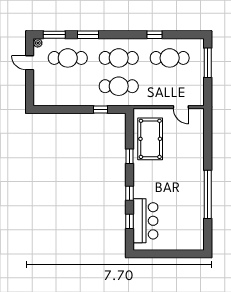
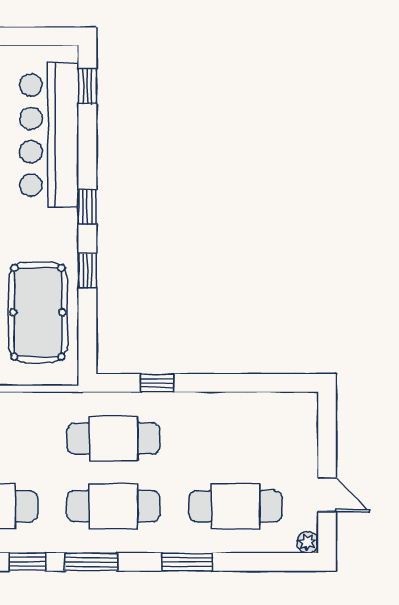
window: (54, 35) -> (91, 562), moved
window: (130, 193) -> (87, 207), moved
window: (130, 221) -> (87, 86), moved
bar counter: (145, 221) -> (49, 135), width x1.36

